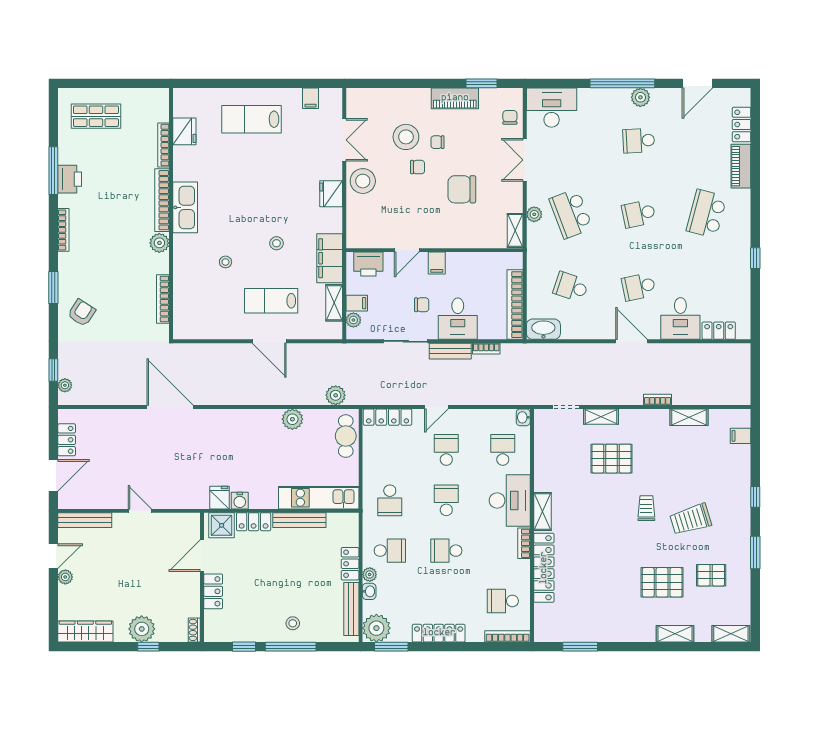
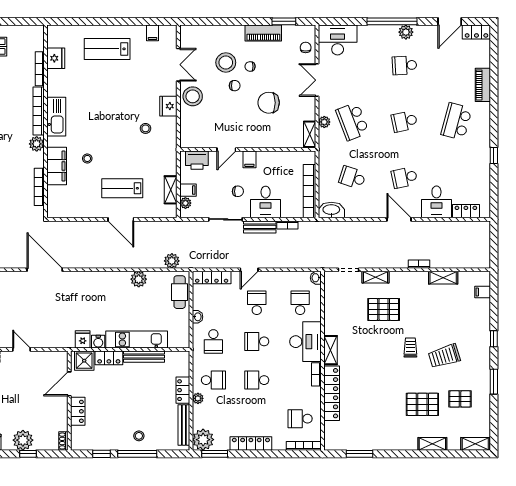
locker: (742, 124) -> (476, 32), moved, turned -90
stool: (277, 243) -> (146, 128), moved
filing cabinet: (330, 258) -> (57, 166), moved, turned 180
kitchen unit: (319, 498) -> (137, 339), moved
school desk: (446, 500) -> (257, 341), turned -90
washbasin: (369, 591) -> (198, 317), moved

